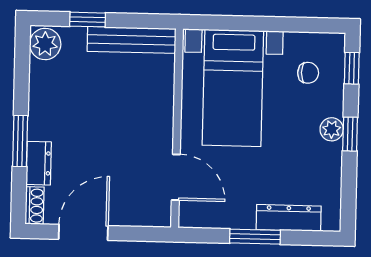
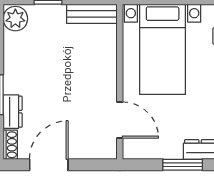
bench: (132, 40) -> (92, 14), width x0.73

